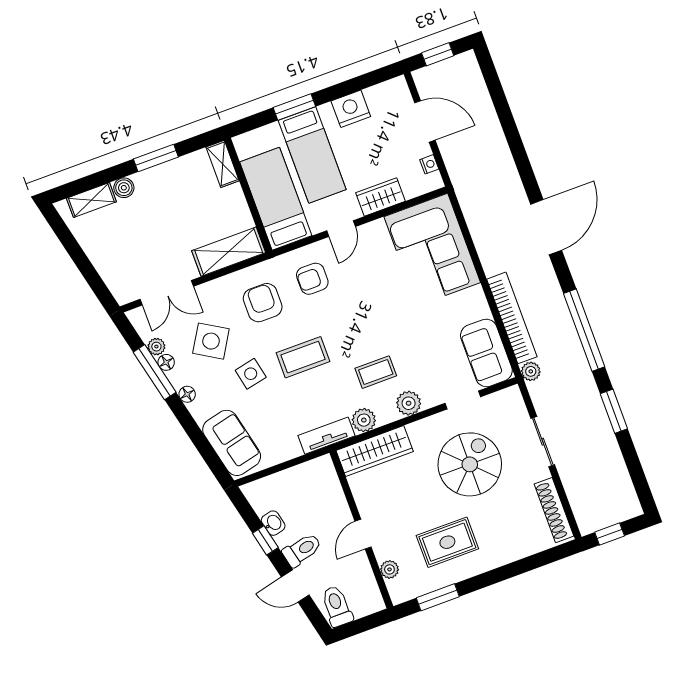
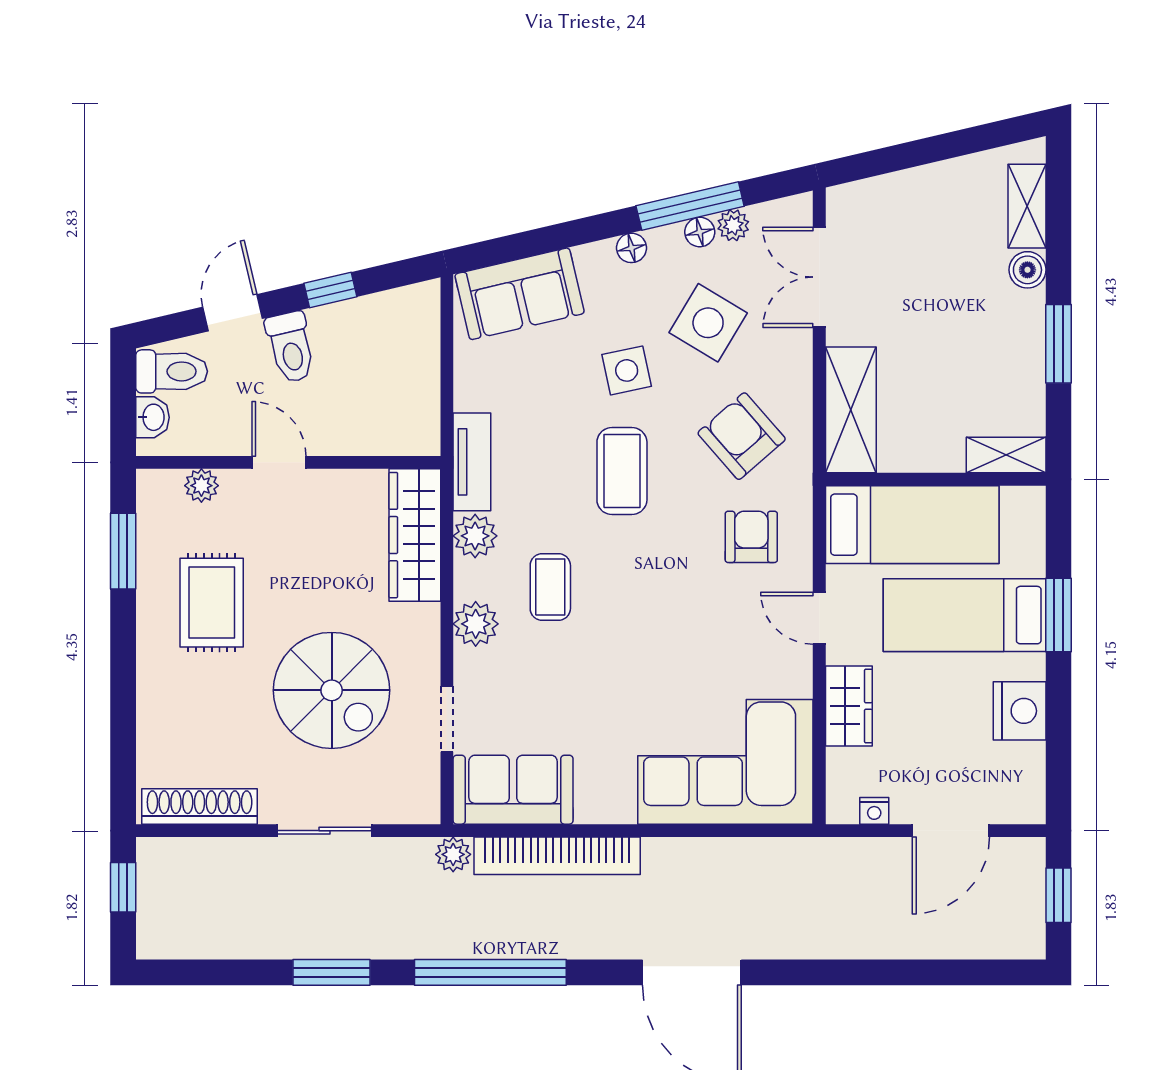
armchair: (263, 303) -> (742, 436), turned -131
washbasin: (273, 523) -> (152, 417), moved, turned -77

